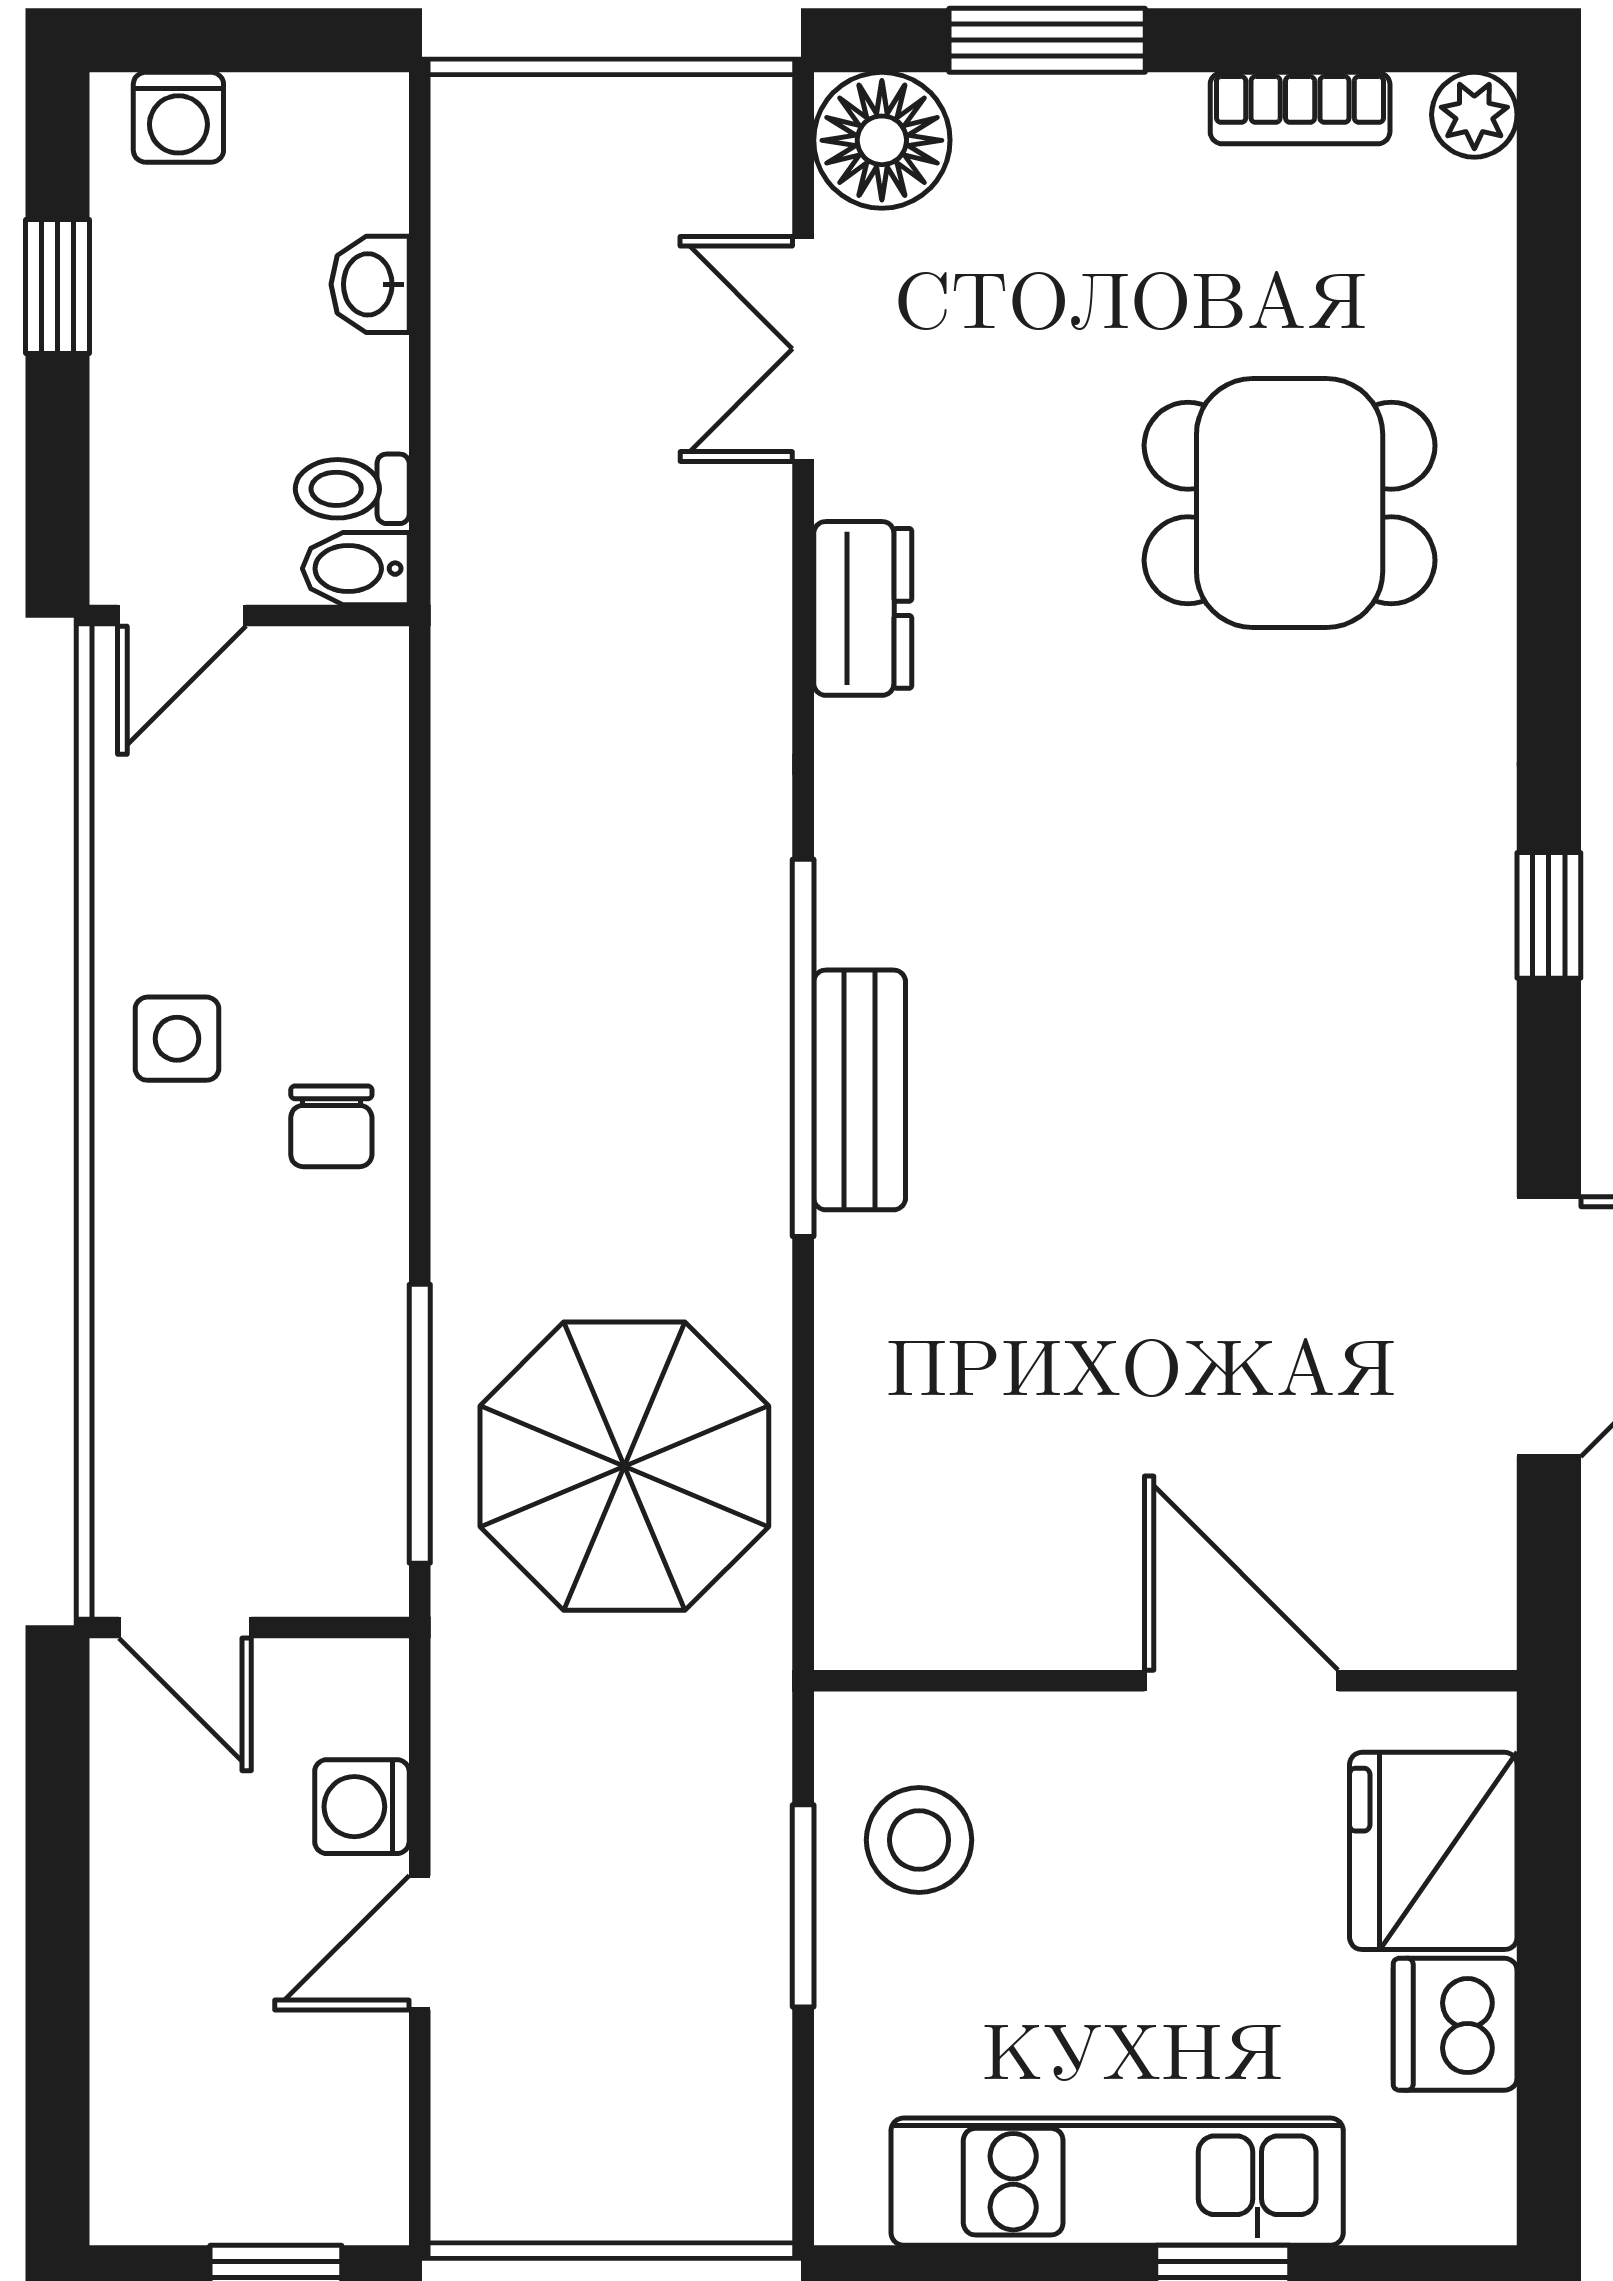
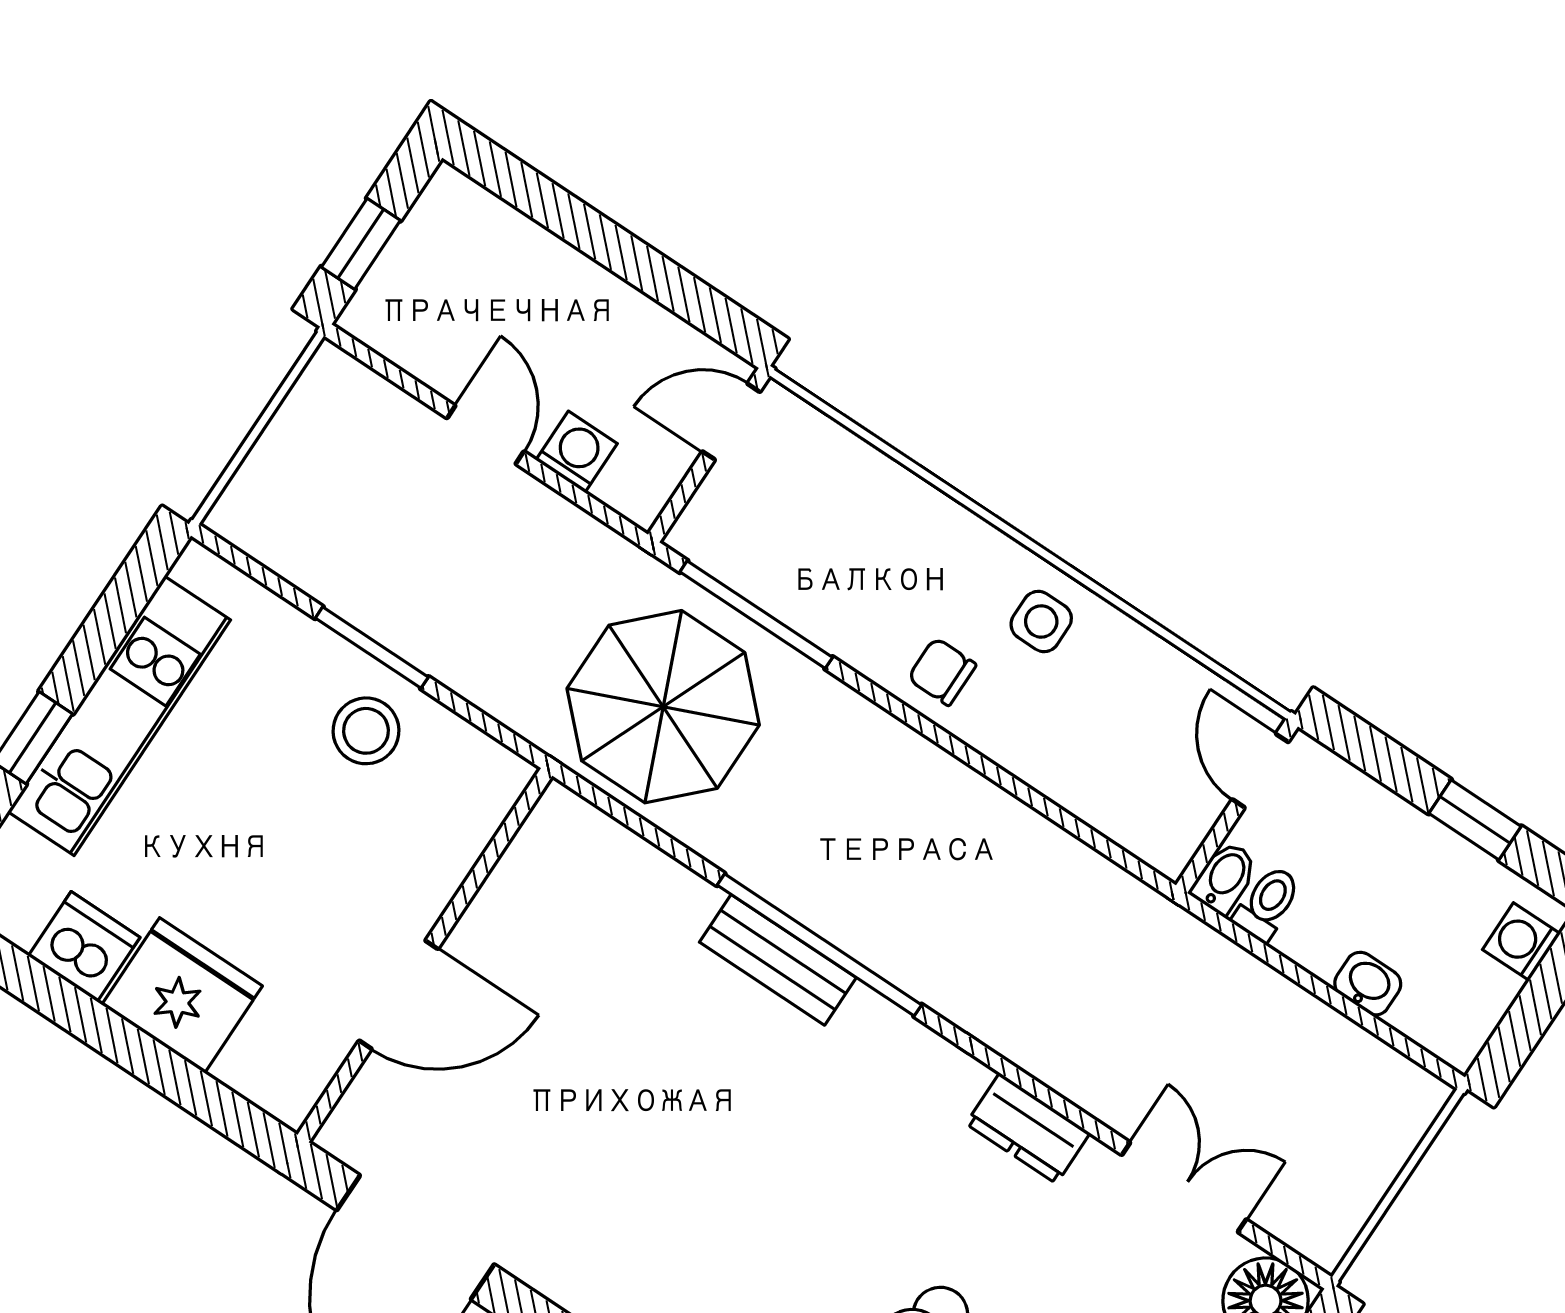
wall: (1165, 1681) -> (425, 955), moved
door: (1241, 1681) -> (399, 995), moved

